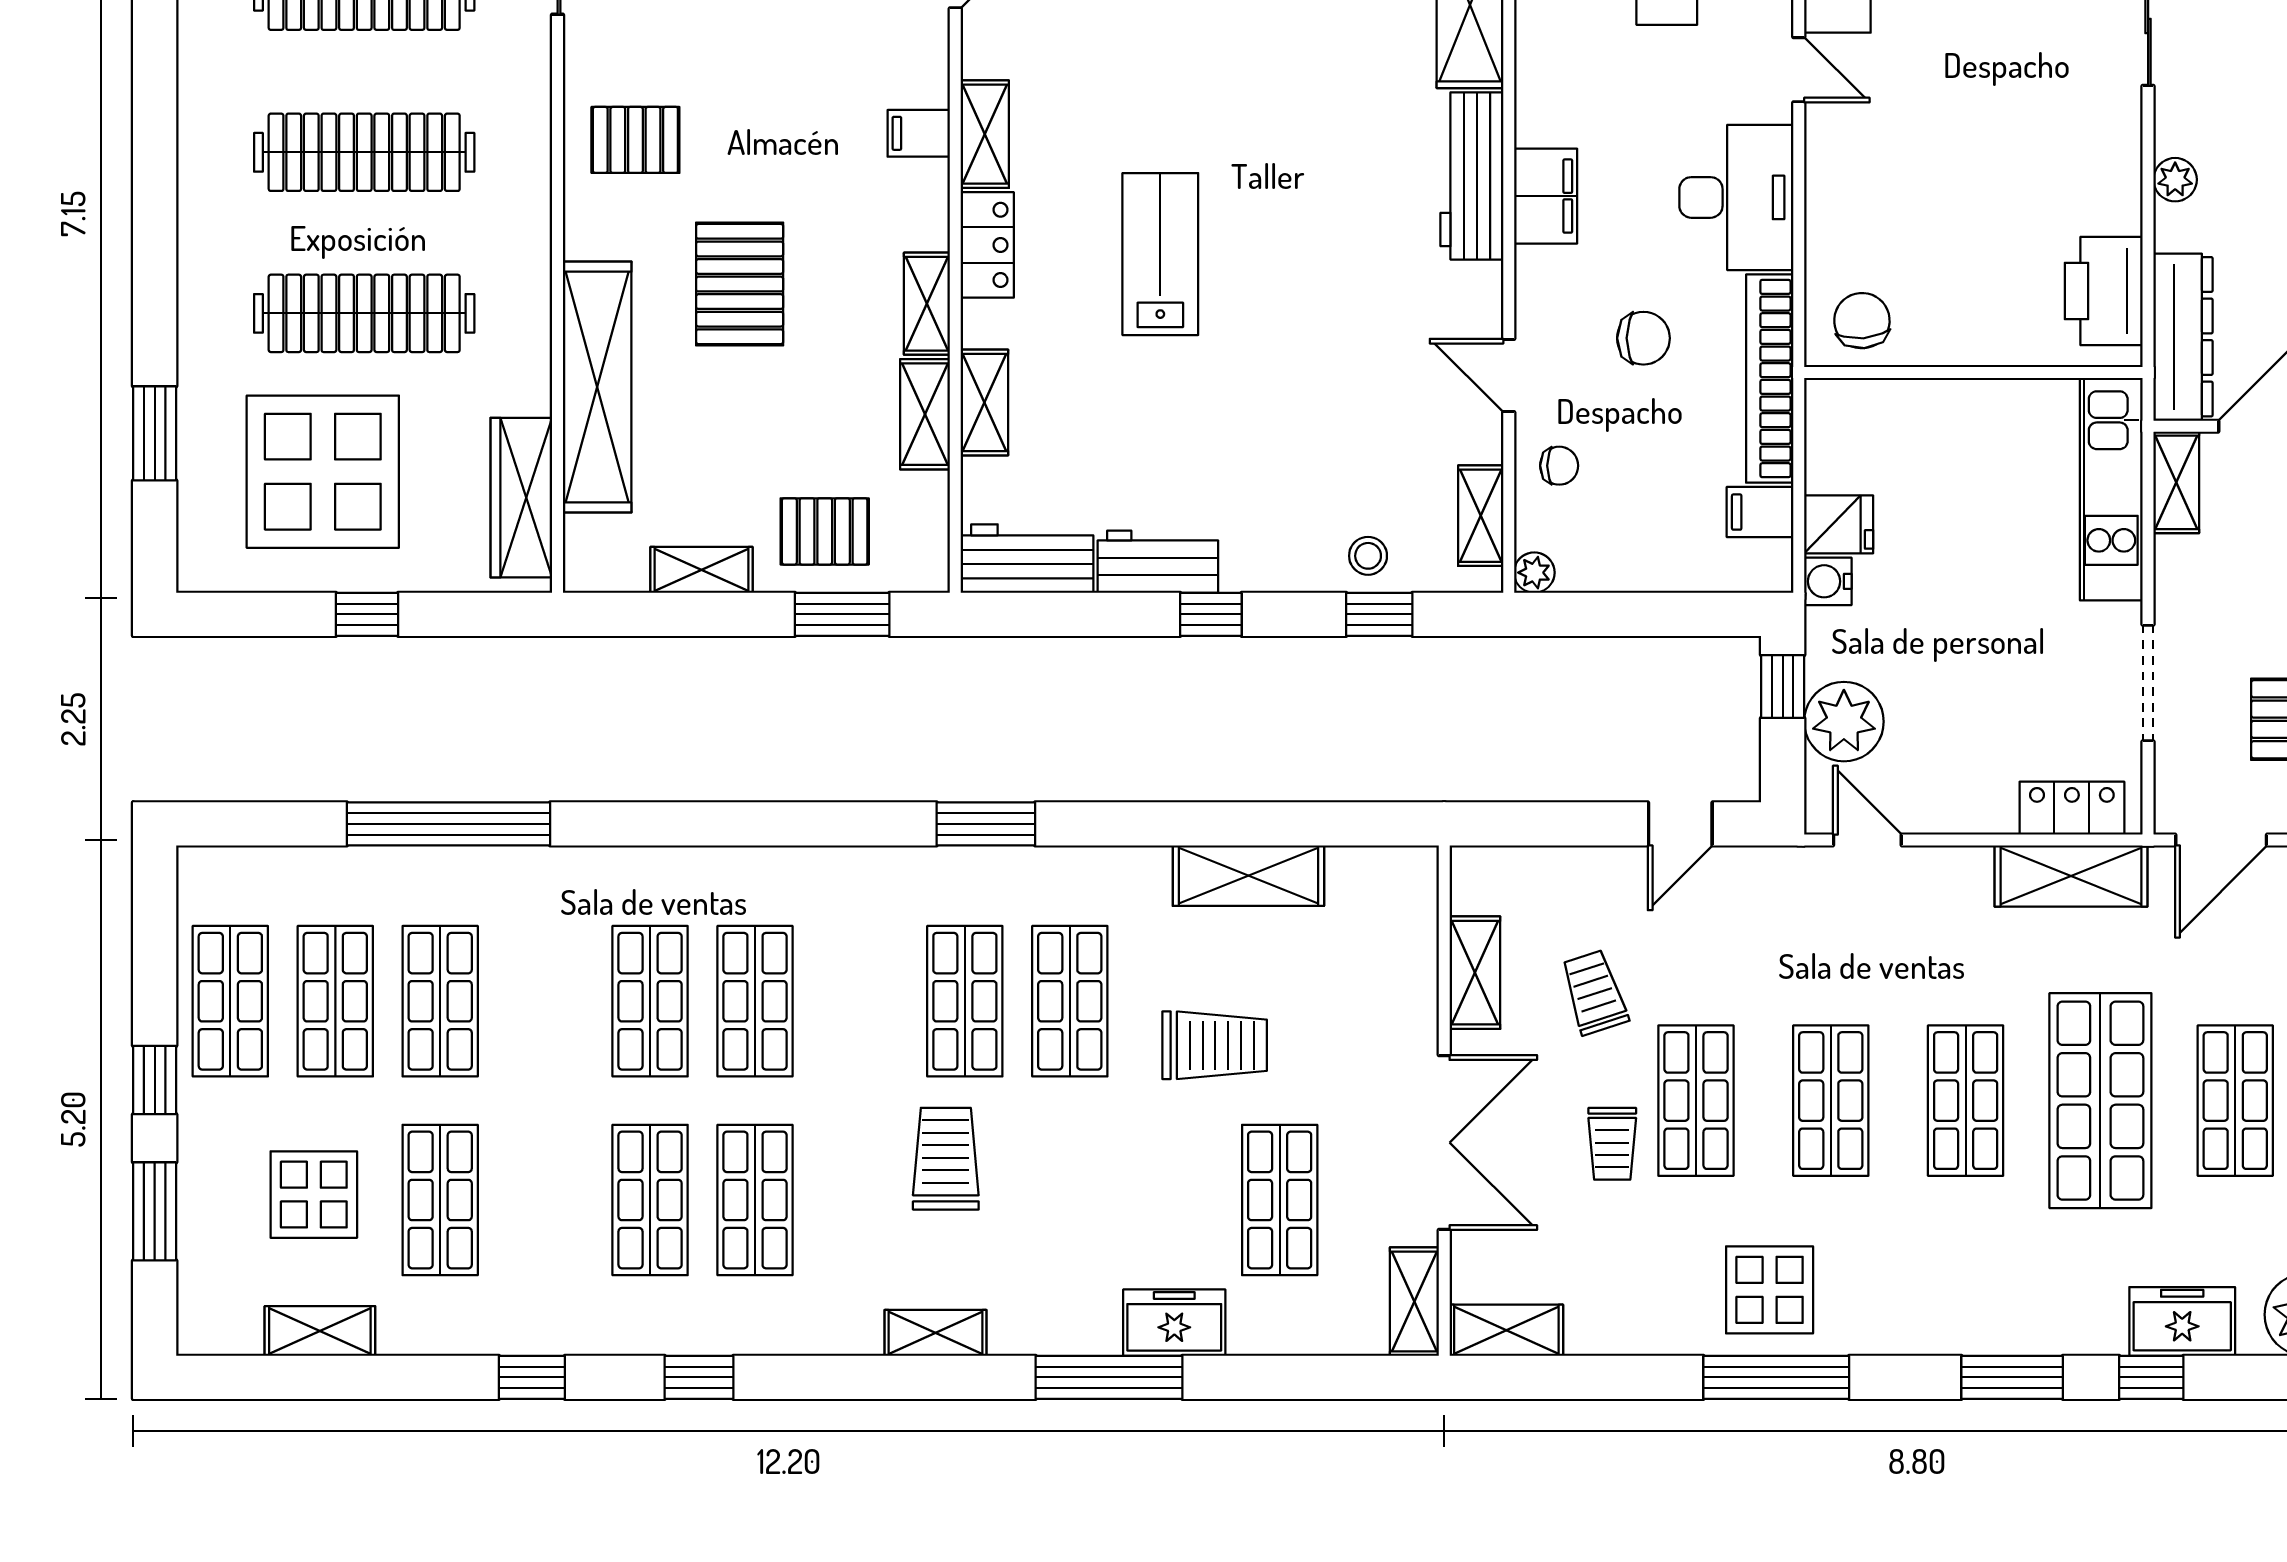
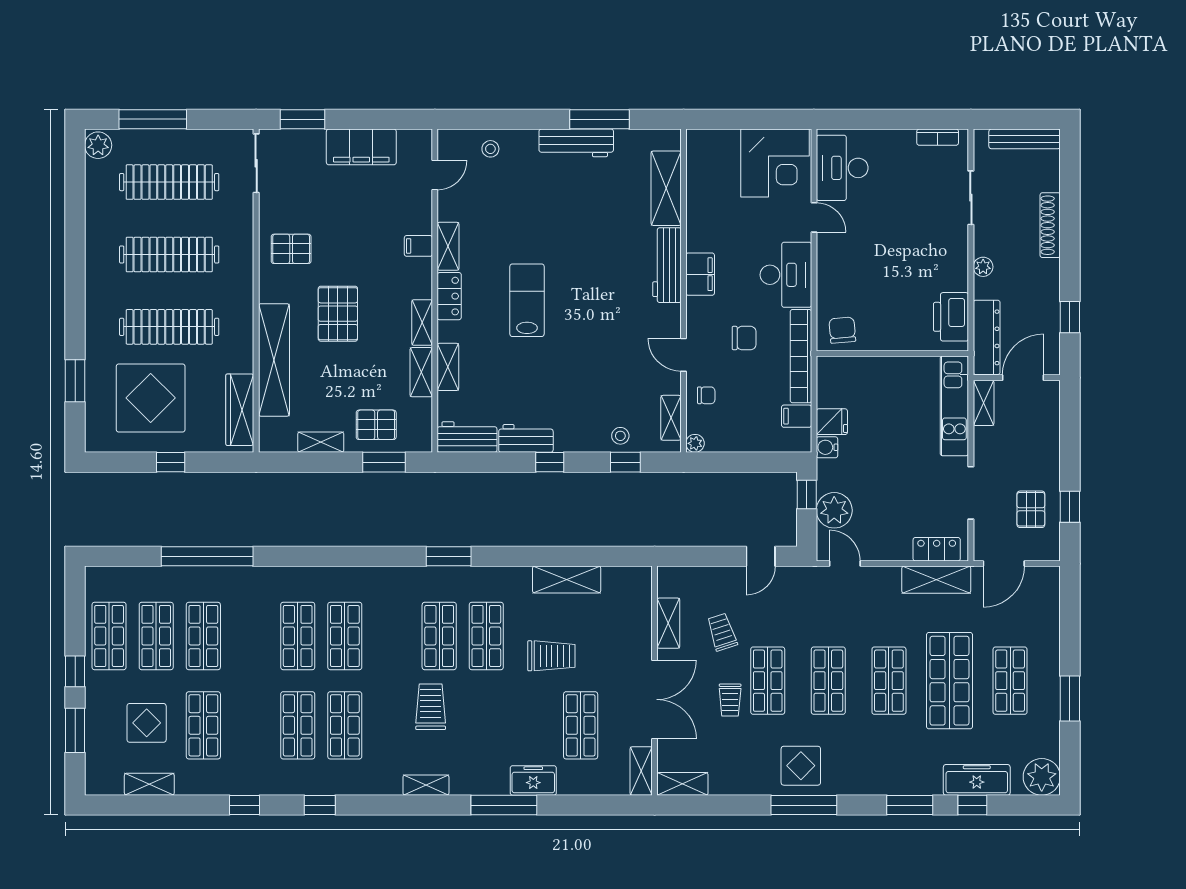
freezer: (2182, 1321) -> (977, 780), width x1.40

